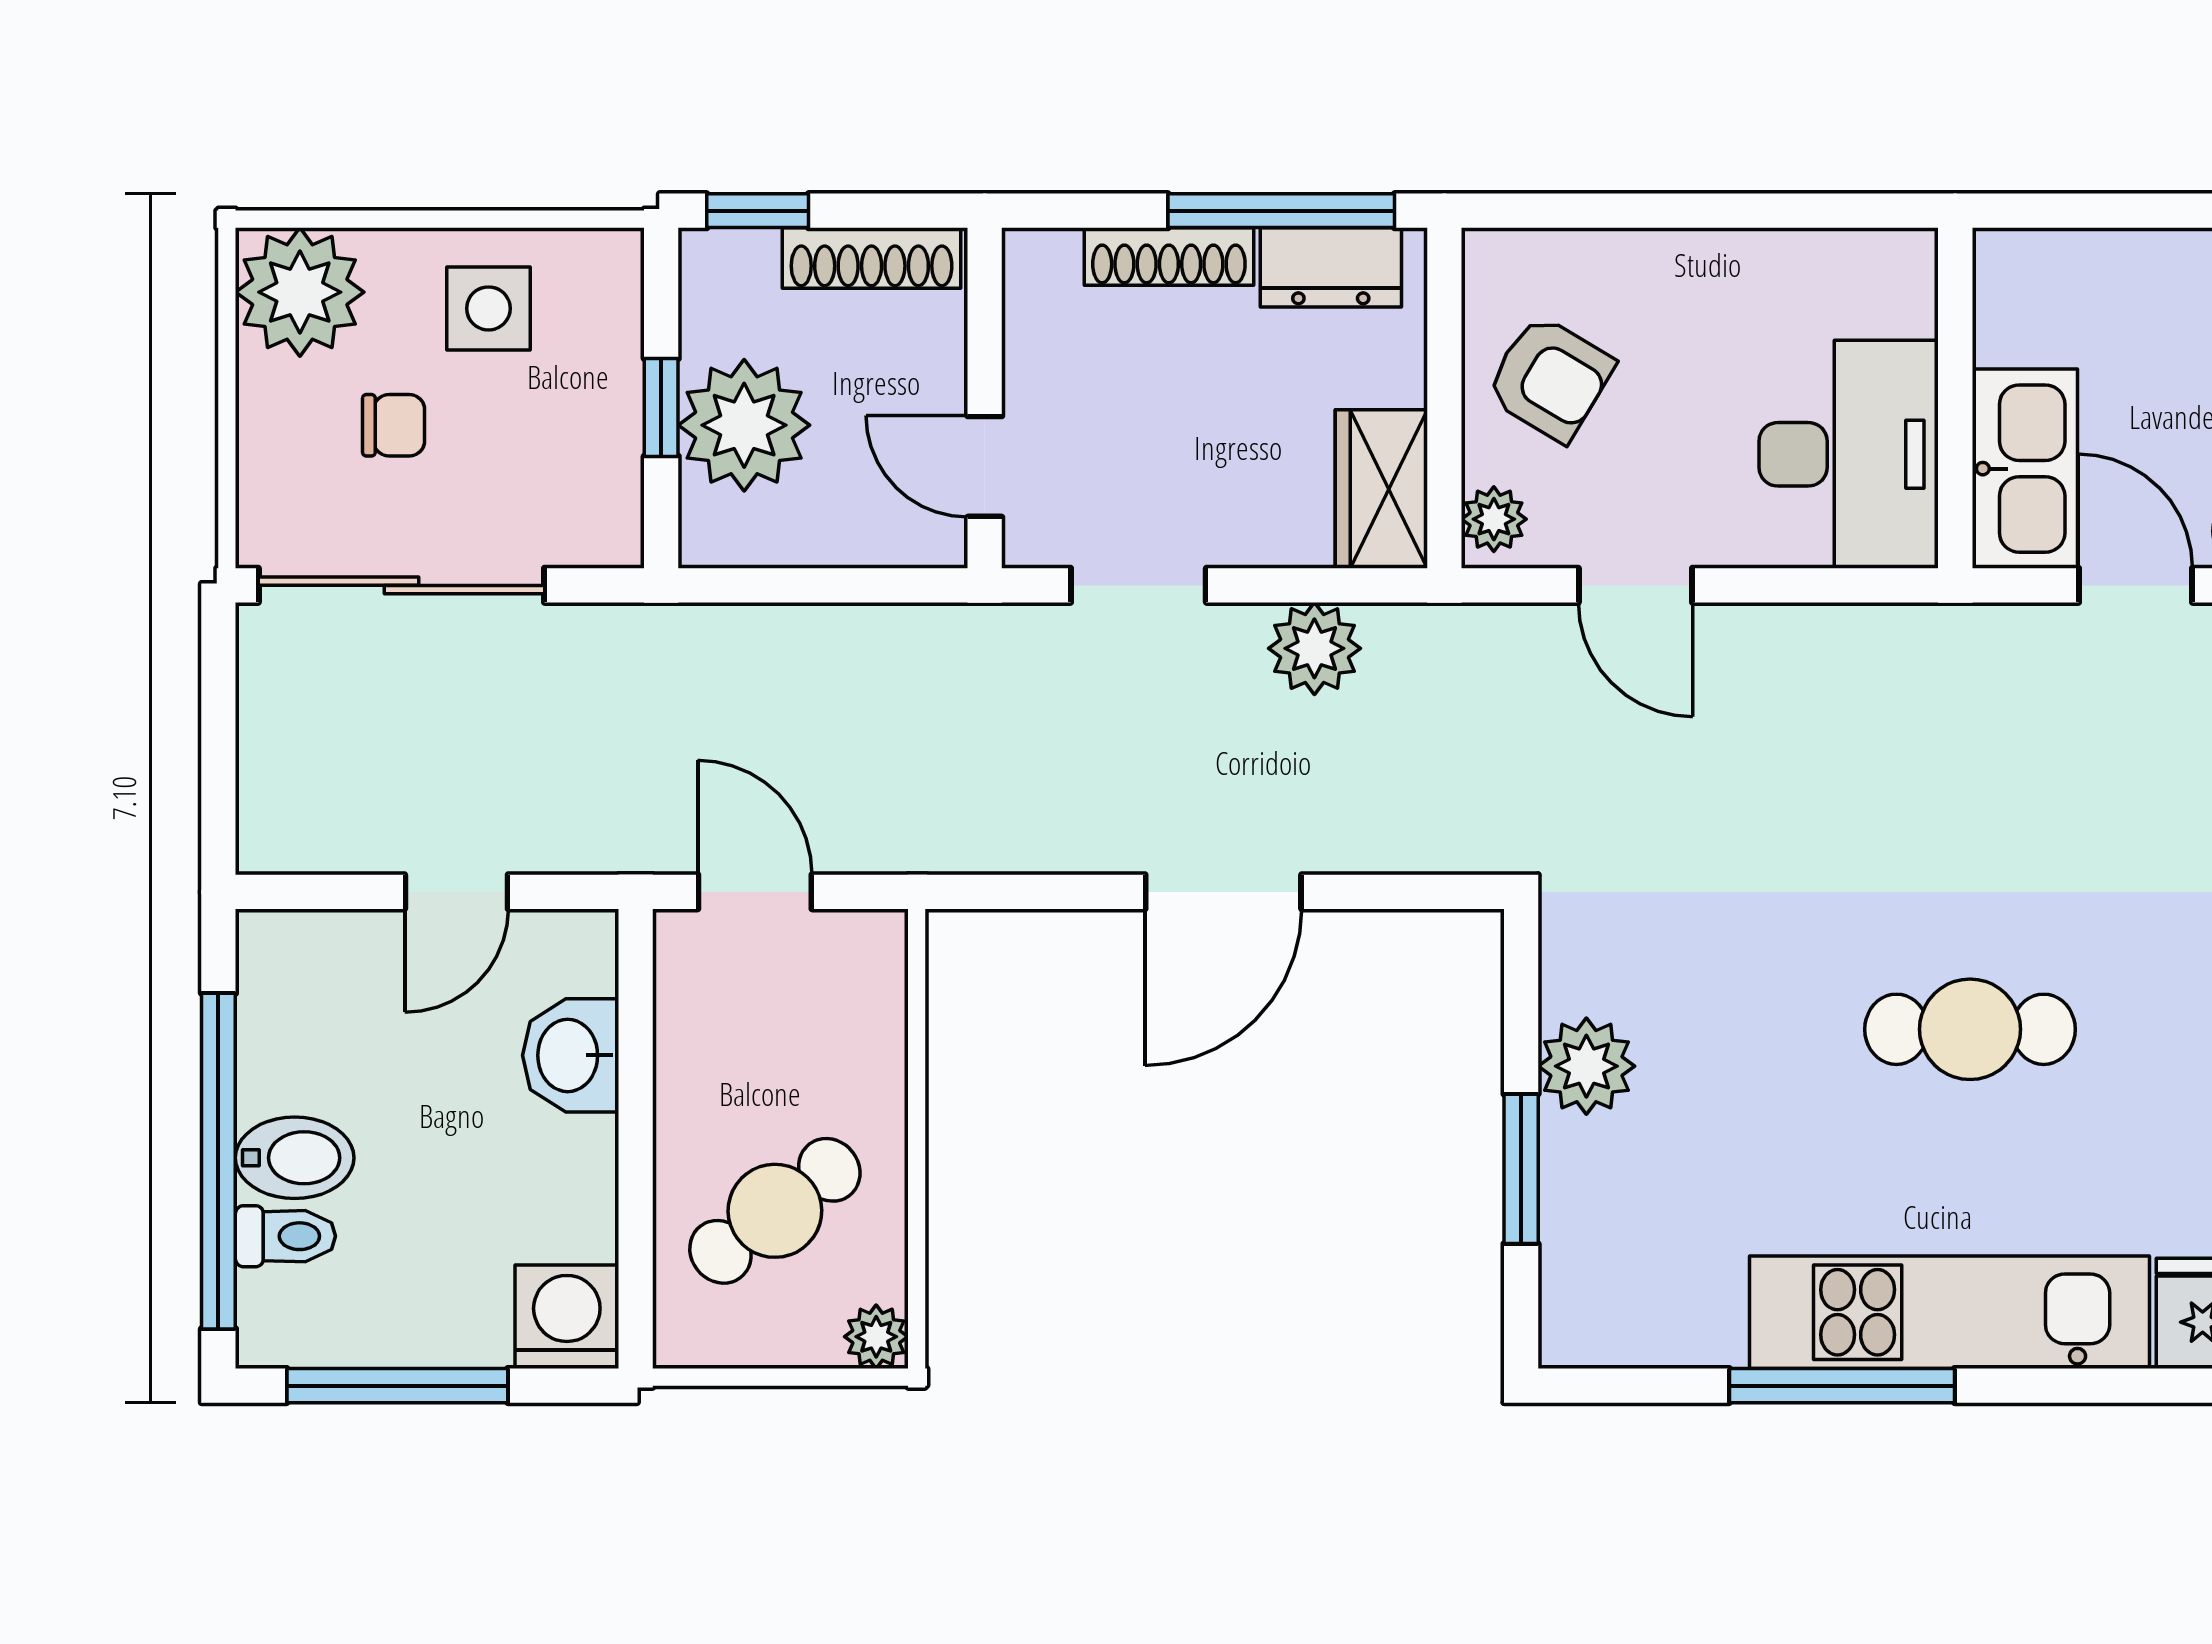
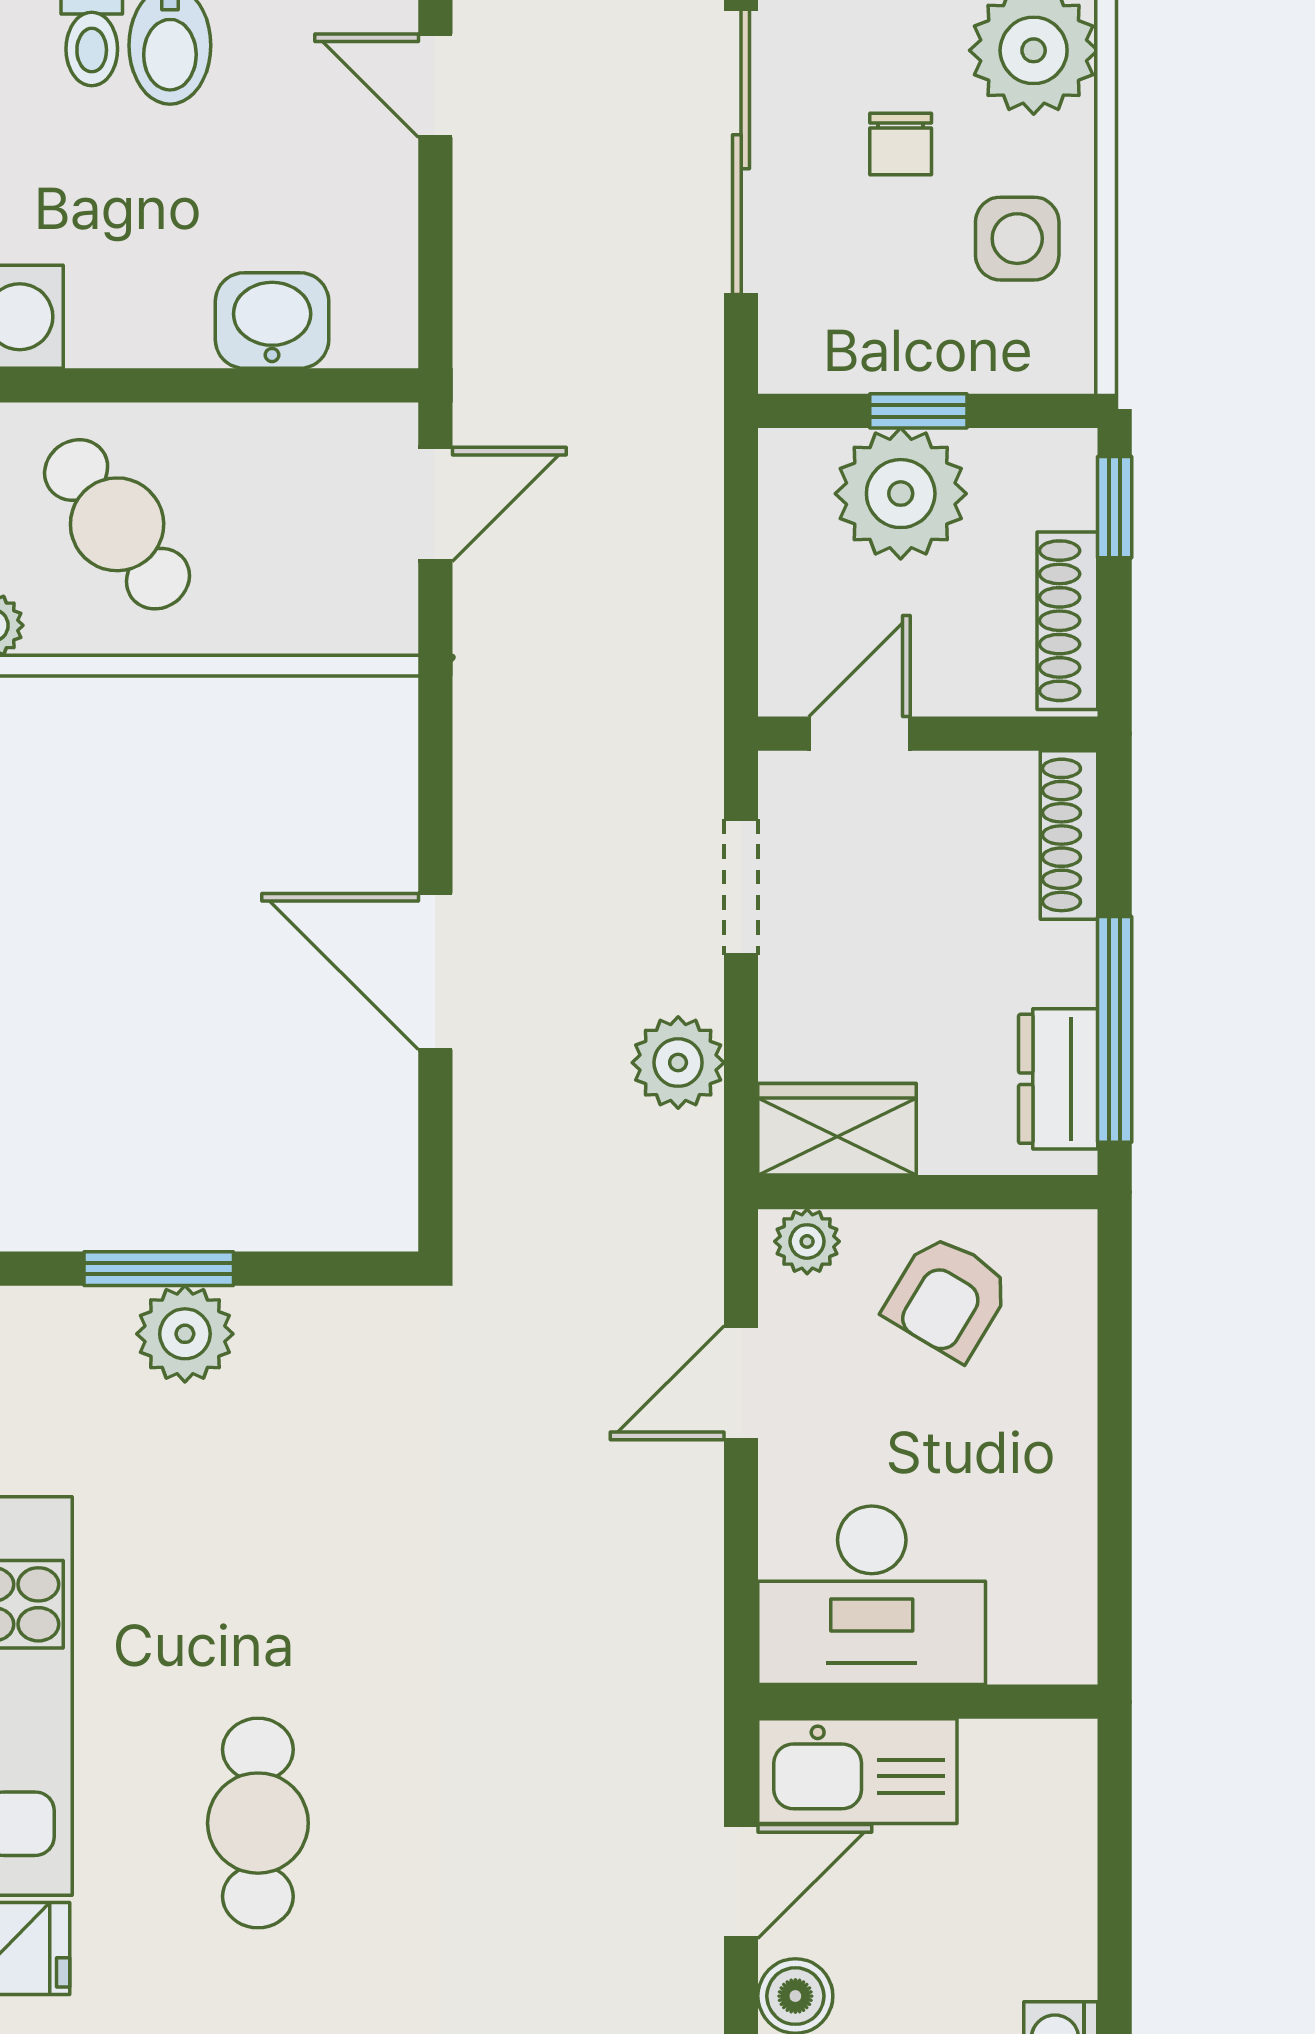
shoe rack: (1169, 257) -> (1069, 835), moved
door: (456, 892) -> (435, 86), moved
cafe table: (1970, 1029) -> (258, 1823), moved
plant: (1586, 1066) -> (185, 1334), moved

